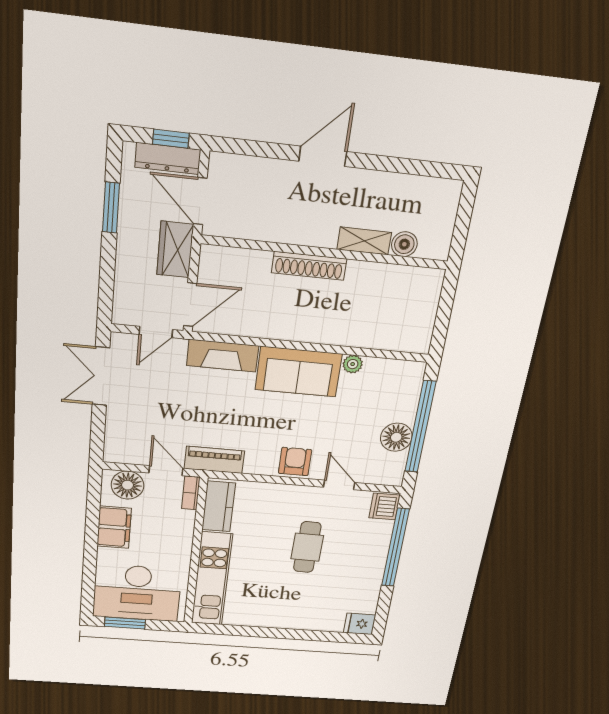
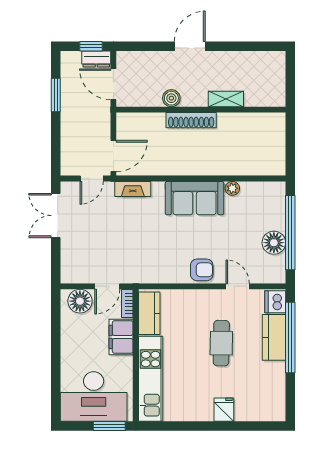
dresser: (168, 158) -> (96, 59), width x0.70
boiler: (404, 244) -> (171, 98), moved
wardrobe: (175, 250) -> (100, 119), removed
fireplace: (223, 356) -> (133, 189), width x0.73, depth x0.76
piano: (214, 460) -> (142, 274), removed
armchair: (295, 462) -> (202, 270), turned 90
door: (166, 471) -> (107, 286), swing flipped
filing cabinet: (114, 527) -> (121, 337), moved, turned 180
kitchen counter: (375, 546) -> (274, 337), added
window: (125, 623) -> (109, 426), moved
fridge: (360, 624) -> (224, 410), moved, turned 90

